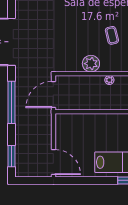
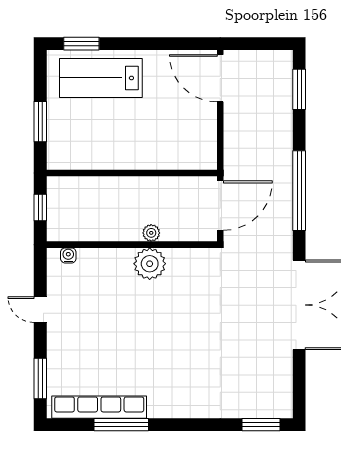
coffee table: (112, 35) -> (110, 317), removed
plant: (109, 80) -> (151, 233), moved

